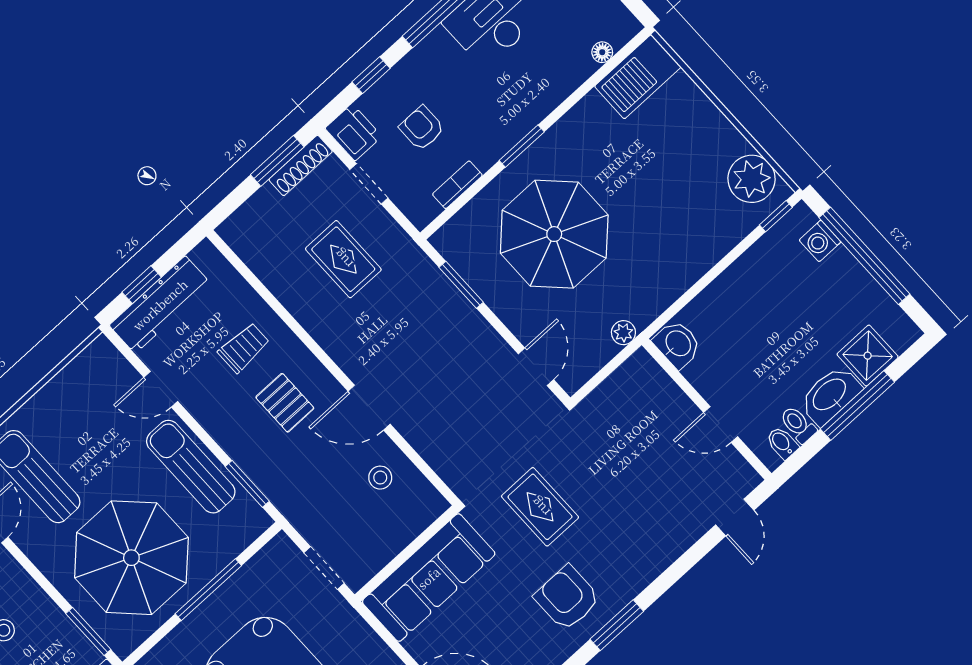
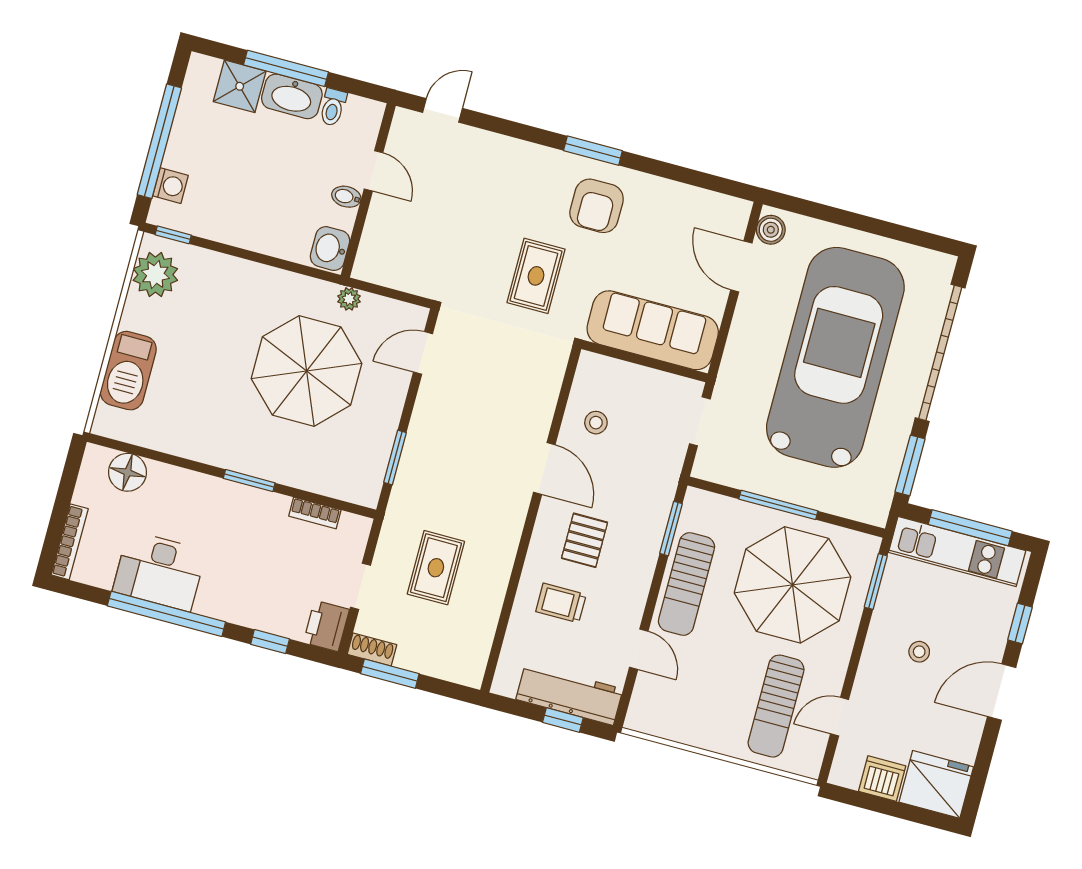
floor lamp: (602, 52) -> (128, 472), width x1.89, depth x1.89
barbecue: (638, 77) -> (128, 371), moved, turned 90
armchair: (422, 128) -> (287, 572), removed
shoe rack: (301, 165) -> (372, 649), width x0.70
parasol: (554, 234) -> (307, 371), moved
bidet: (782, 443) -> (346, 197), moved, turned 90

